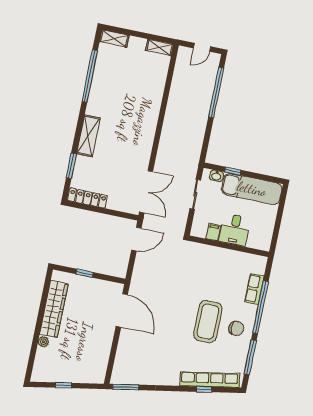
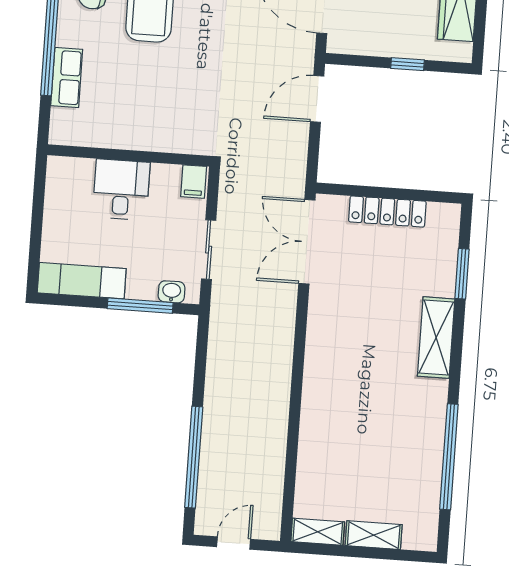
shelving: (114, 38) -> (374, 535), moved
window: (233, 171) -> (140, 306), width x2.17
exam couch: (252, 189) -> (82, 281), width x0.73, depth x0.69
locker: (87, 198) -> (387, 211), moved
filing cabinet: (213, 232) -> (194, 182), moved
door: (136, 239) -> (317, 99), moved

